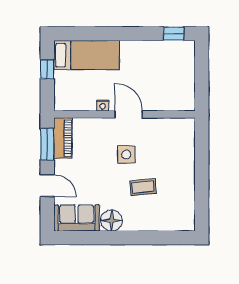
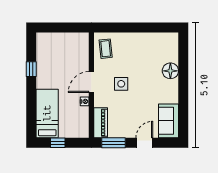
window: (174, 34) -> (31, 69), moved
piano: (63, 138) -> (101, 123), moved, turned 90
coffee table: (143, 187) -> (106, 49), moved
floor lamp: (112, 221) -> (170, 71), moved

